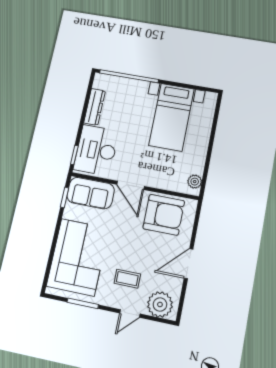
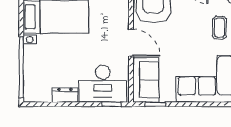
dresser: (94, 107) -> (65, 95), width x0.70
door: (130, 185) -> (131, 43), hinge flipped

